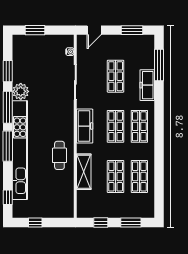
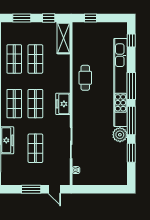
window: (35, 30) -> (107, 189), removed
door: (94, 30) -> (54, 189), swing flipped
window: (132, 30) -> (31, 189), moved
freezer: (85, 126) -> (63, 104), width x0.71
shelving: (84, 172) -> (64, 38), moved
window: (35, 223) -> (90, 18), moved

